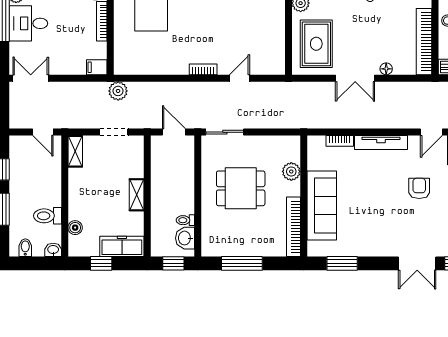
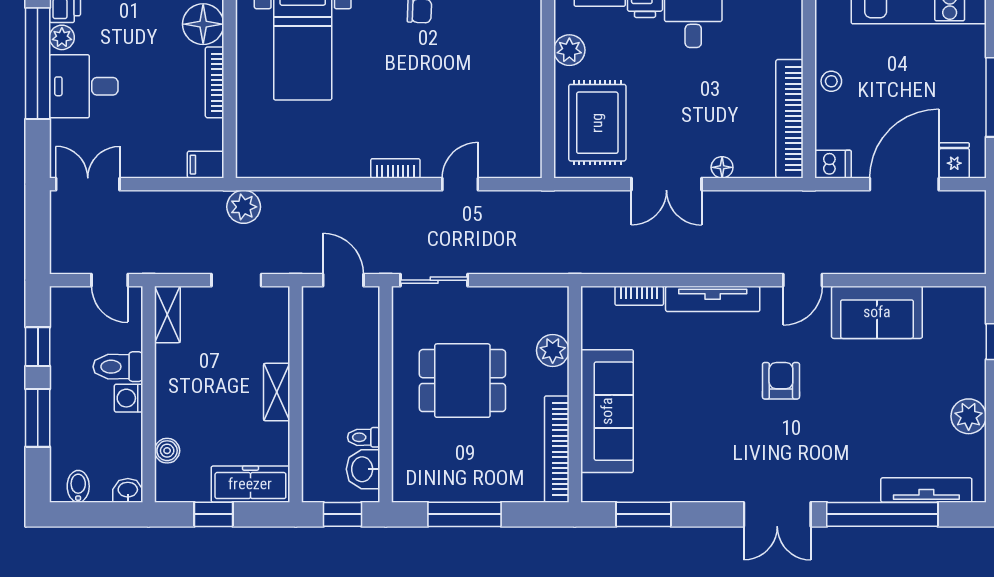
washing machine: (54, 198) -> (129, 398), added
toilet: (48, 216) -> (118, 367), moved

